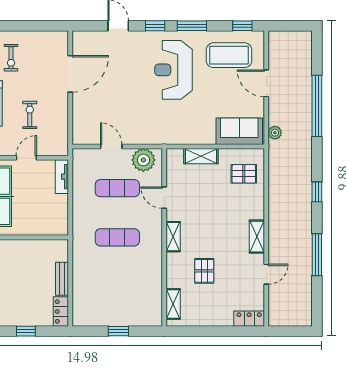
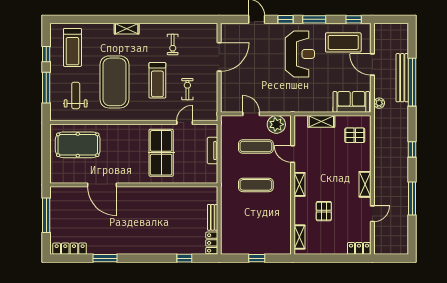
reception desk: (173, 70) -> (300, 54), turned 180
bench: (304, 100) -> (402, 78), added
tv unit: (62, 177) -> (213, 151), moved

